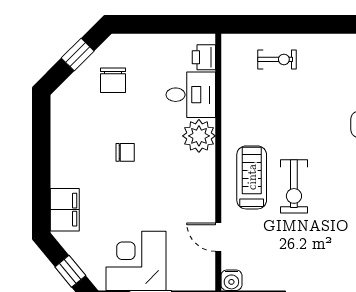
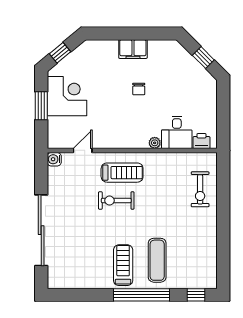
exercise bike: (277, 59) -> (200, 189), width x1.38, depth x1.39
chair: (113, 80) -> (186, 81), removed
plant: (199, 136) -> (155, 143), width x0.53, depth x0.53
filing cabinet: (65, 210) -> (133, 49), moved

